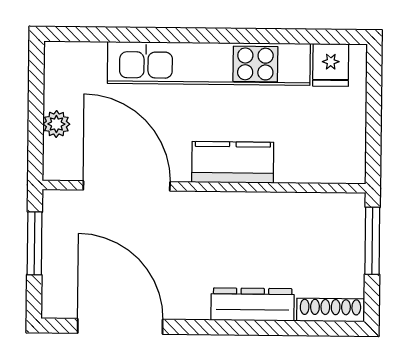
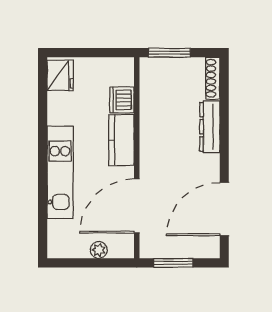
kitchen unit: (209, 63) -> (60, 172), width x0.73
fridge: (331, 65) -> (60, 75), width x1.38
dishwasher: (297, 164) -> (122, 100), added

